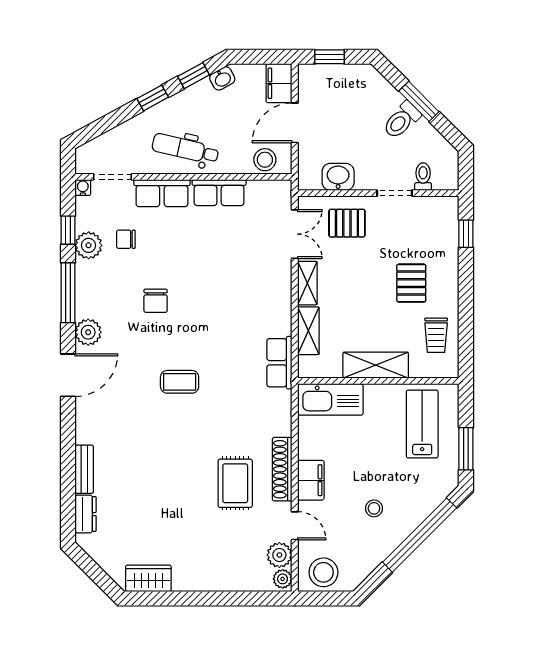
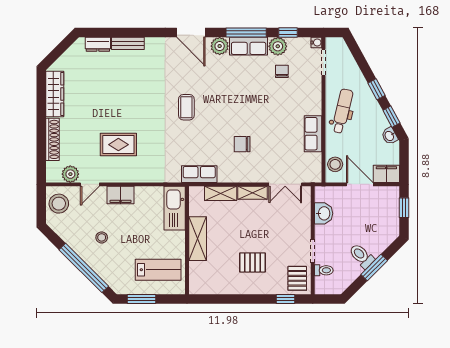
row of seats: (162, 193) -> (249, 46), moved, turned -90
pallet: (347, 223) -> (297, 278), moved
chair: (156, 301) -> (242, 144), moved
trolley: (436, 335) -> (218, 279), removed
shoe rack: (282, 469) -> (53, 139), moved, turned 90
wardrobe: (148, 578) -> (55, 94), width x1.50
plant: (283, 579) -> (54, 176), removed

